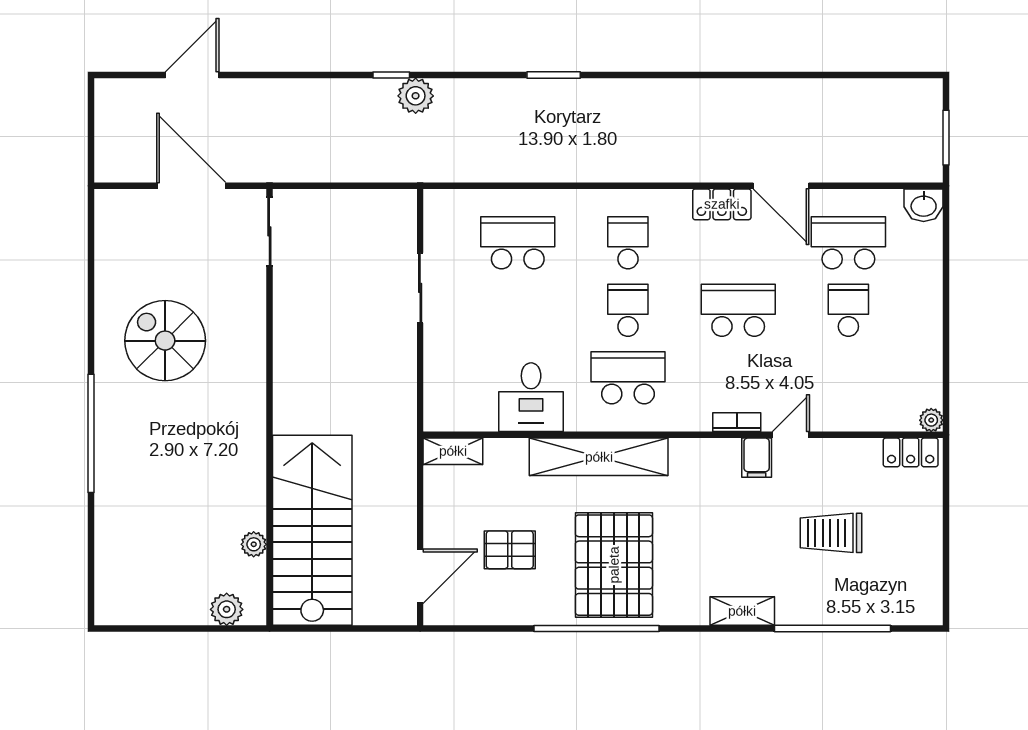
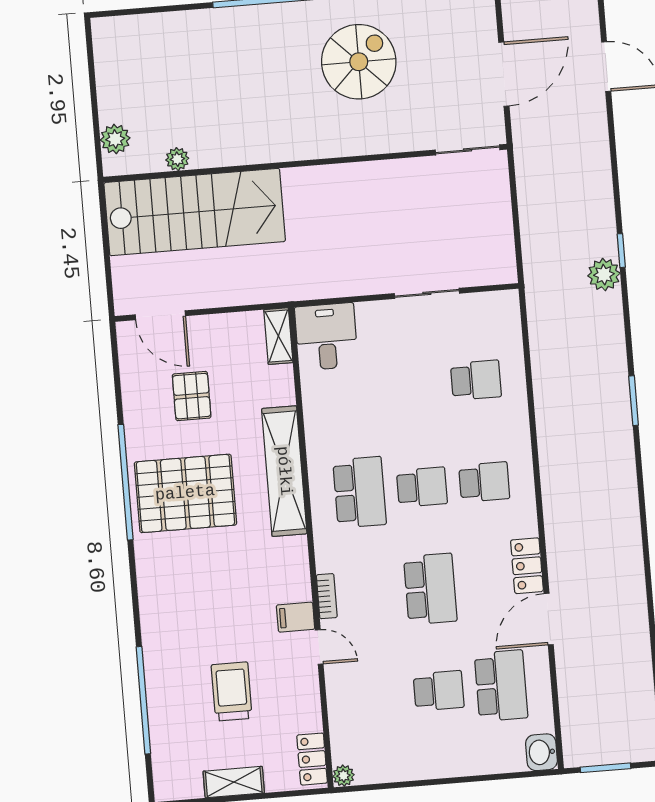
school desk: (518, 243) -> (476, 380), width x0.54
desk: (531, 397) -> (326, 337), moved, turned 90
shelving: (742, 611) -> (234, 782), moved, turned 90

